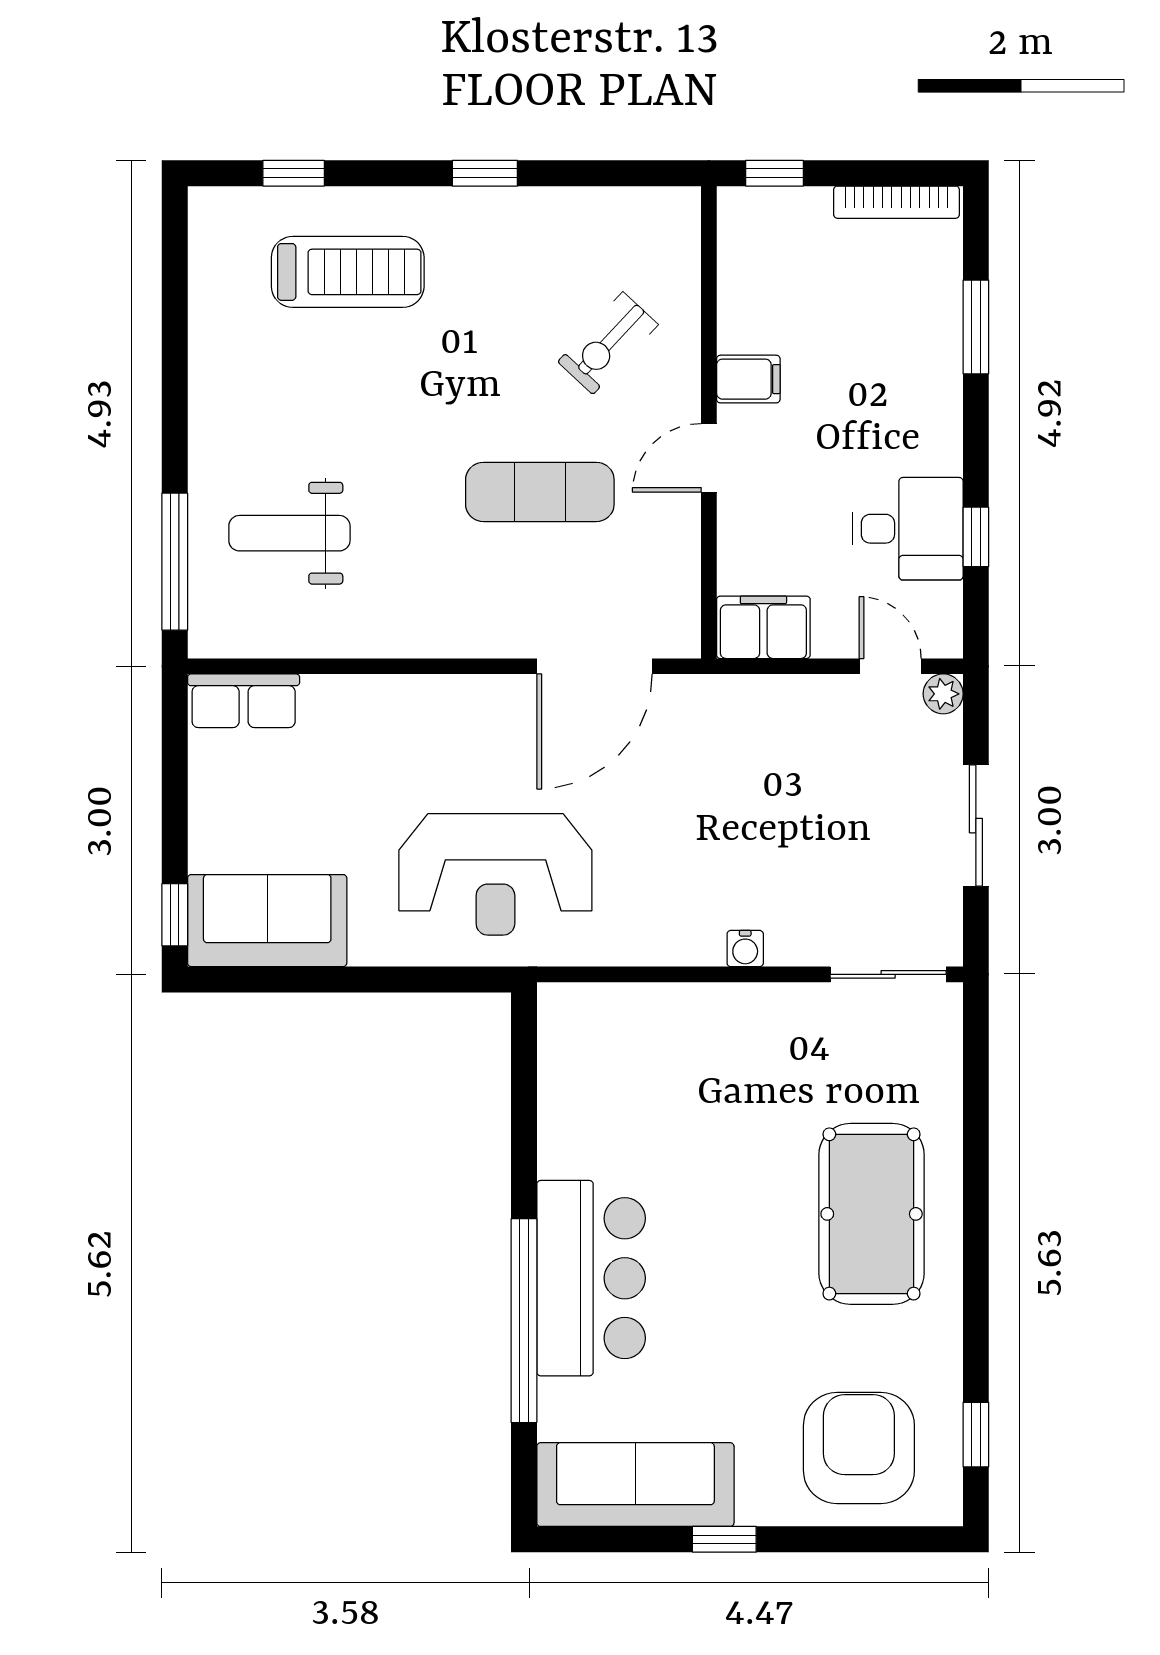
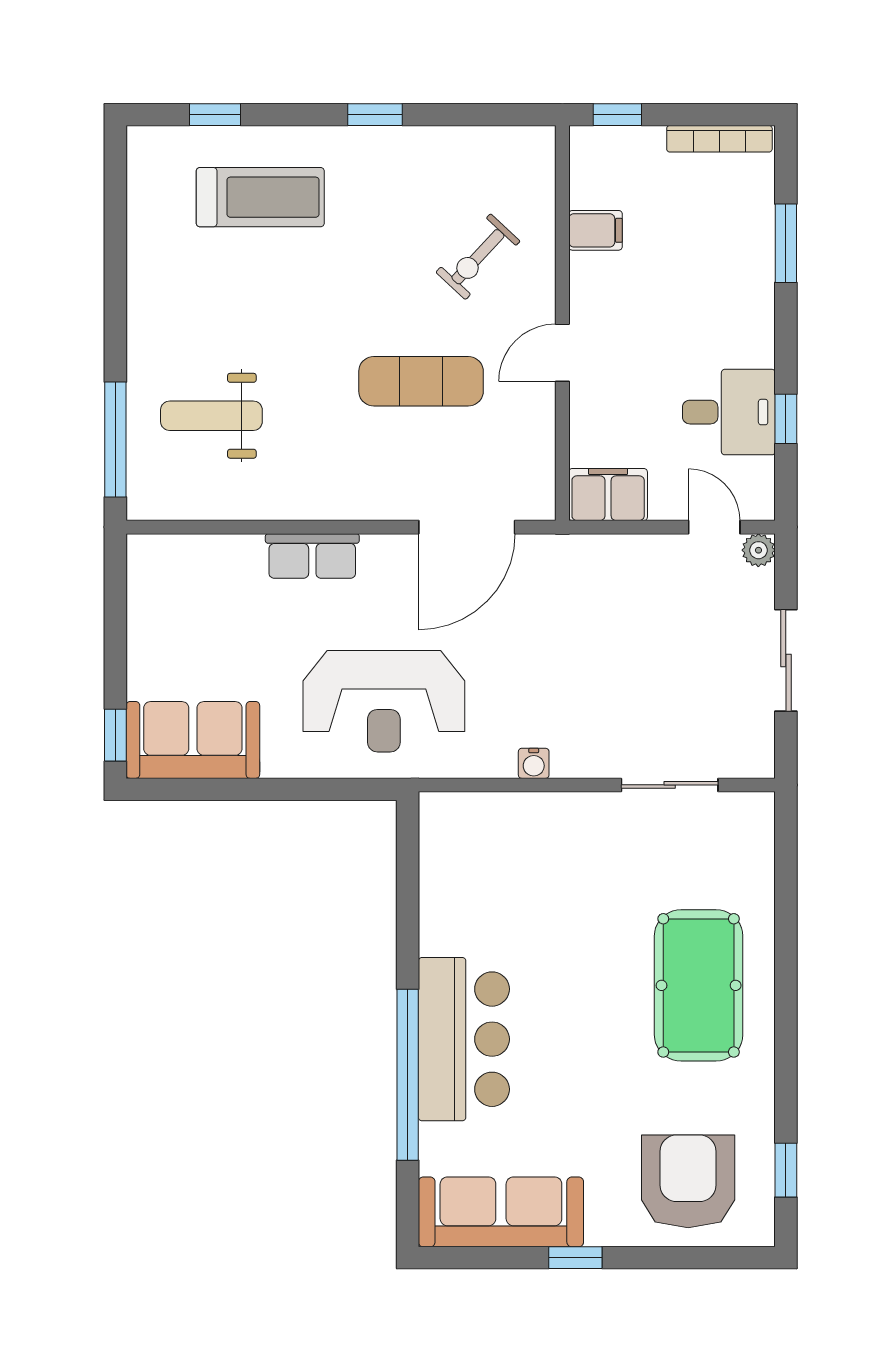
filing cabinet: (748, 379) -> (595, 230), moved
row of seats: (244, 701) -> (312, 556), moved
water cooler: (745, 949) -> (534, 763), moved
sliding door: (888, 974) -> (670, 785), moved

